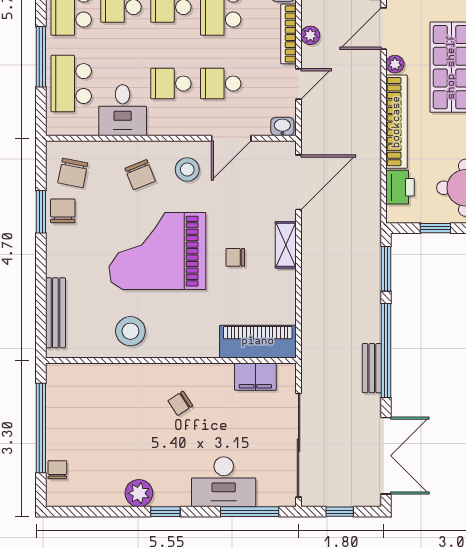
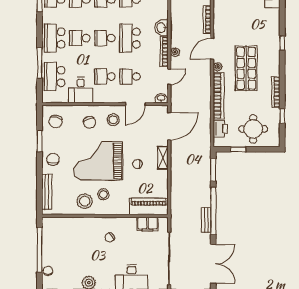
chair: (63, 211) -> (53, 159), moved
stool: (168, 318) -> (103, 194), added

